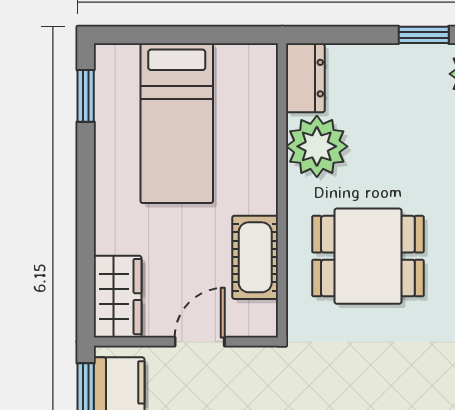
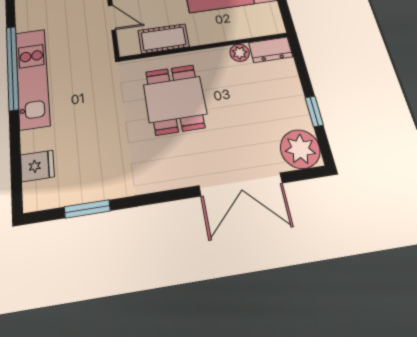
plant: (317, 146) -> (240, 53), width x0.53, depth x0.53

